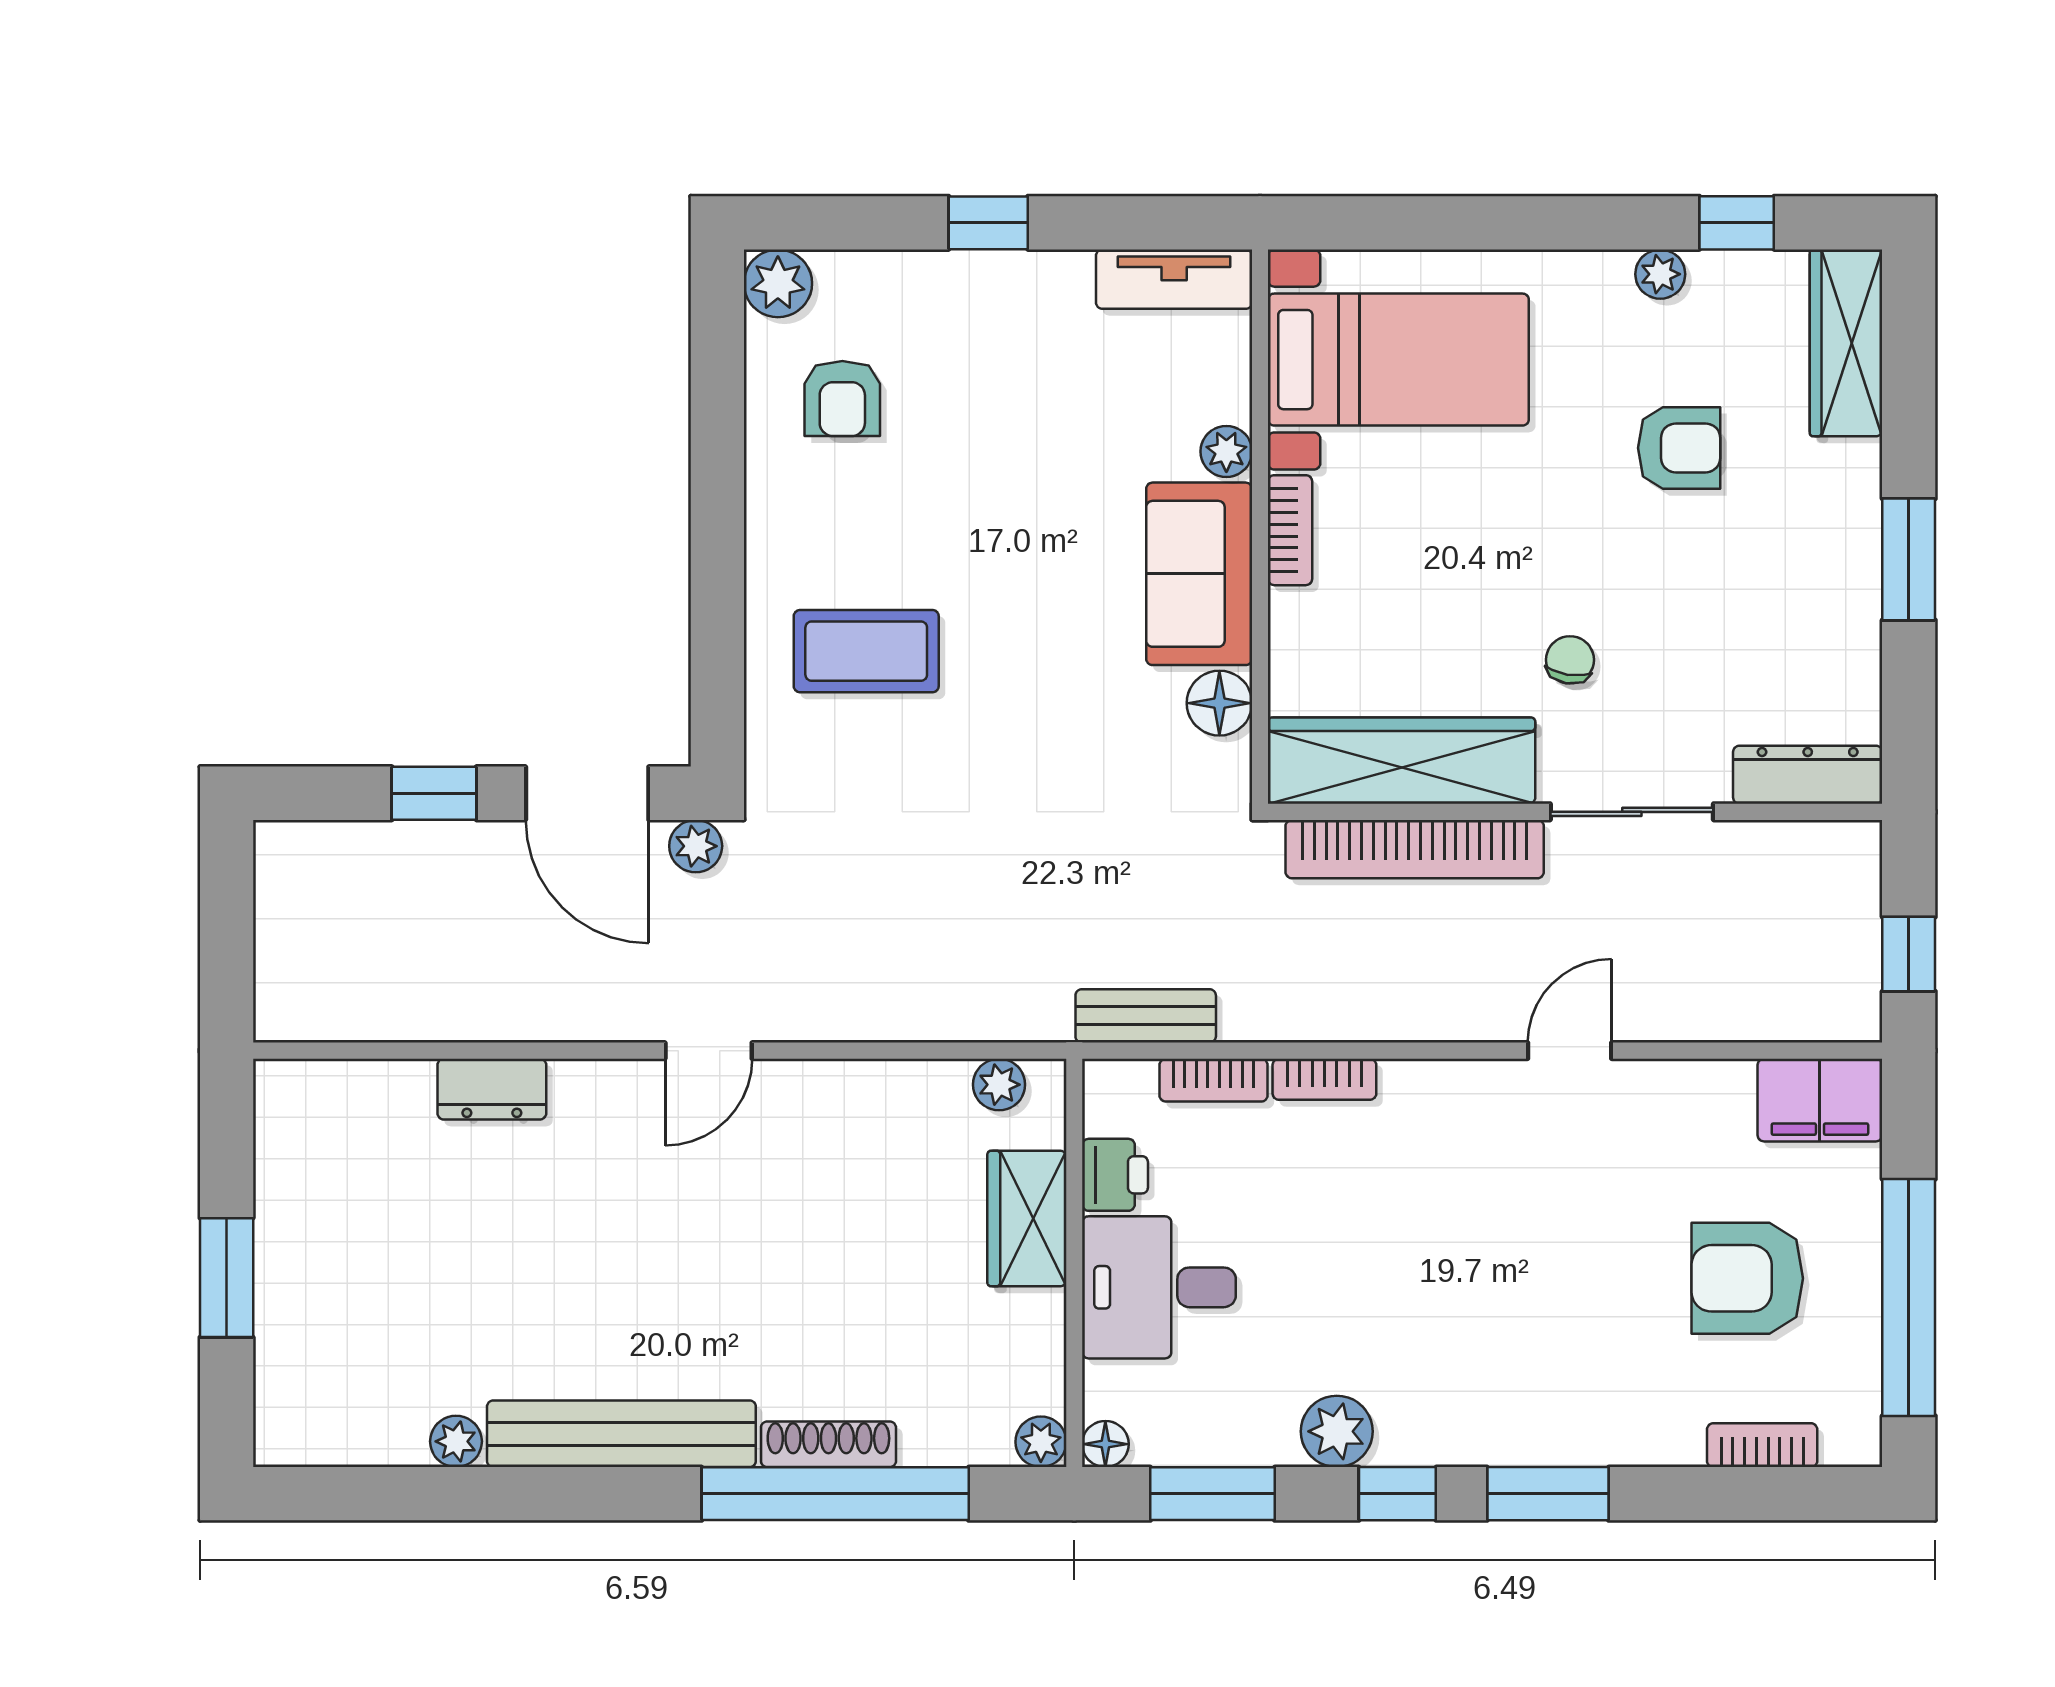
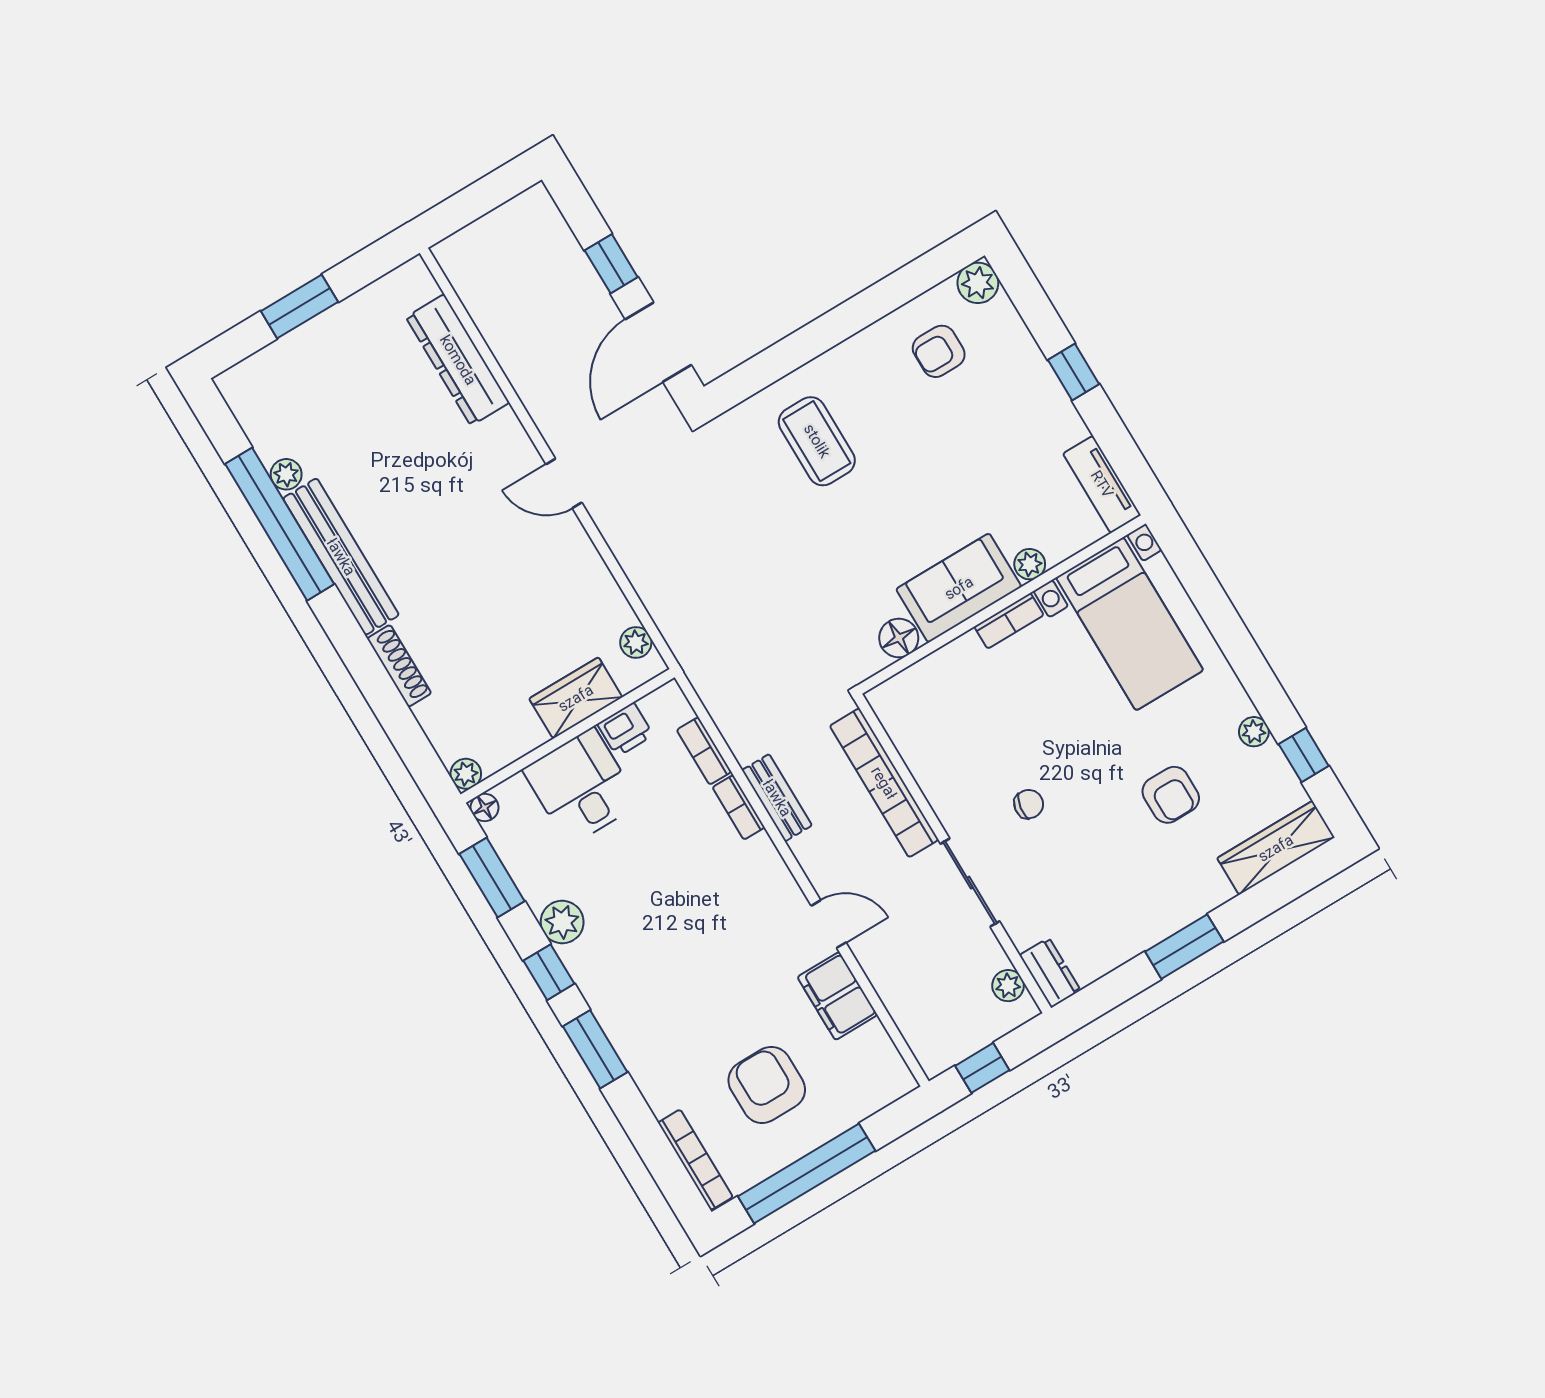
wardrobe: (1402, 761) -> (925, 749), removed
dresser: (1808, 775) -> (1050, 973), width x0.70
plant: (696, 846) -> (1008, 986), moved
bench: (1146, 1016) -> (777, 798), moved
dresser: (492, 1089) -> (458, 360), width x1.96, depth x1.24
filing cabinet: (1820, 1100) -> (837, 996), moved
bookcase: (1762, 1445) -> (695, 1160), width x1.56
window: (835, 1494) -> (280, 524), moved

